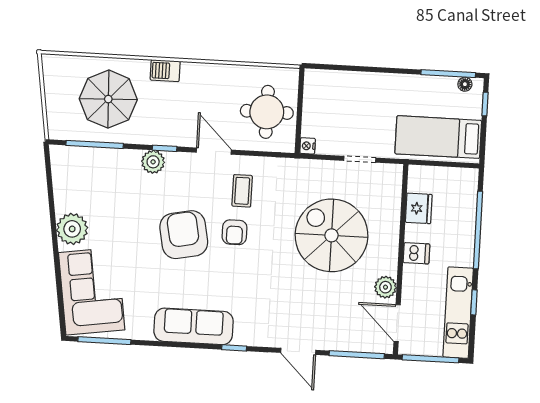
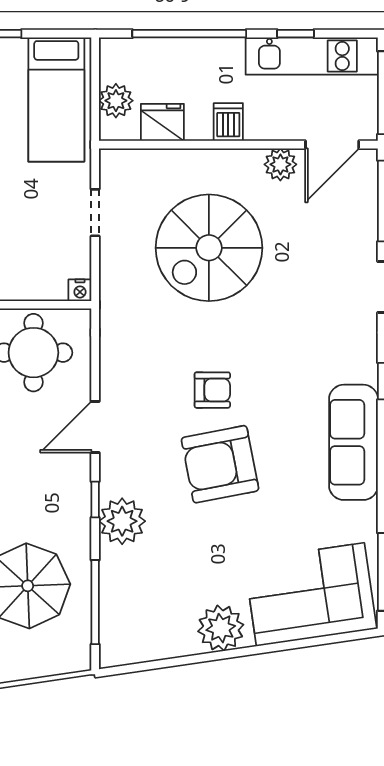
plant: (153, 162) -> (122, 521), width x1.36, depth x1.36
plant: (435, 178) -> (116, 101), added
coffee table: (242, 191) -> (151, 382), removed

